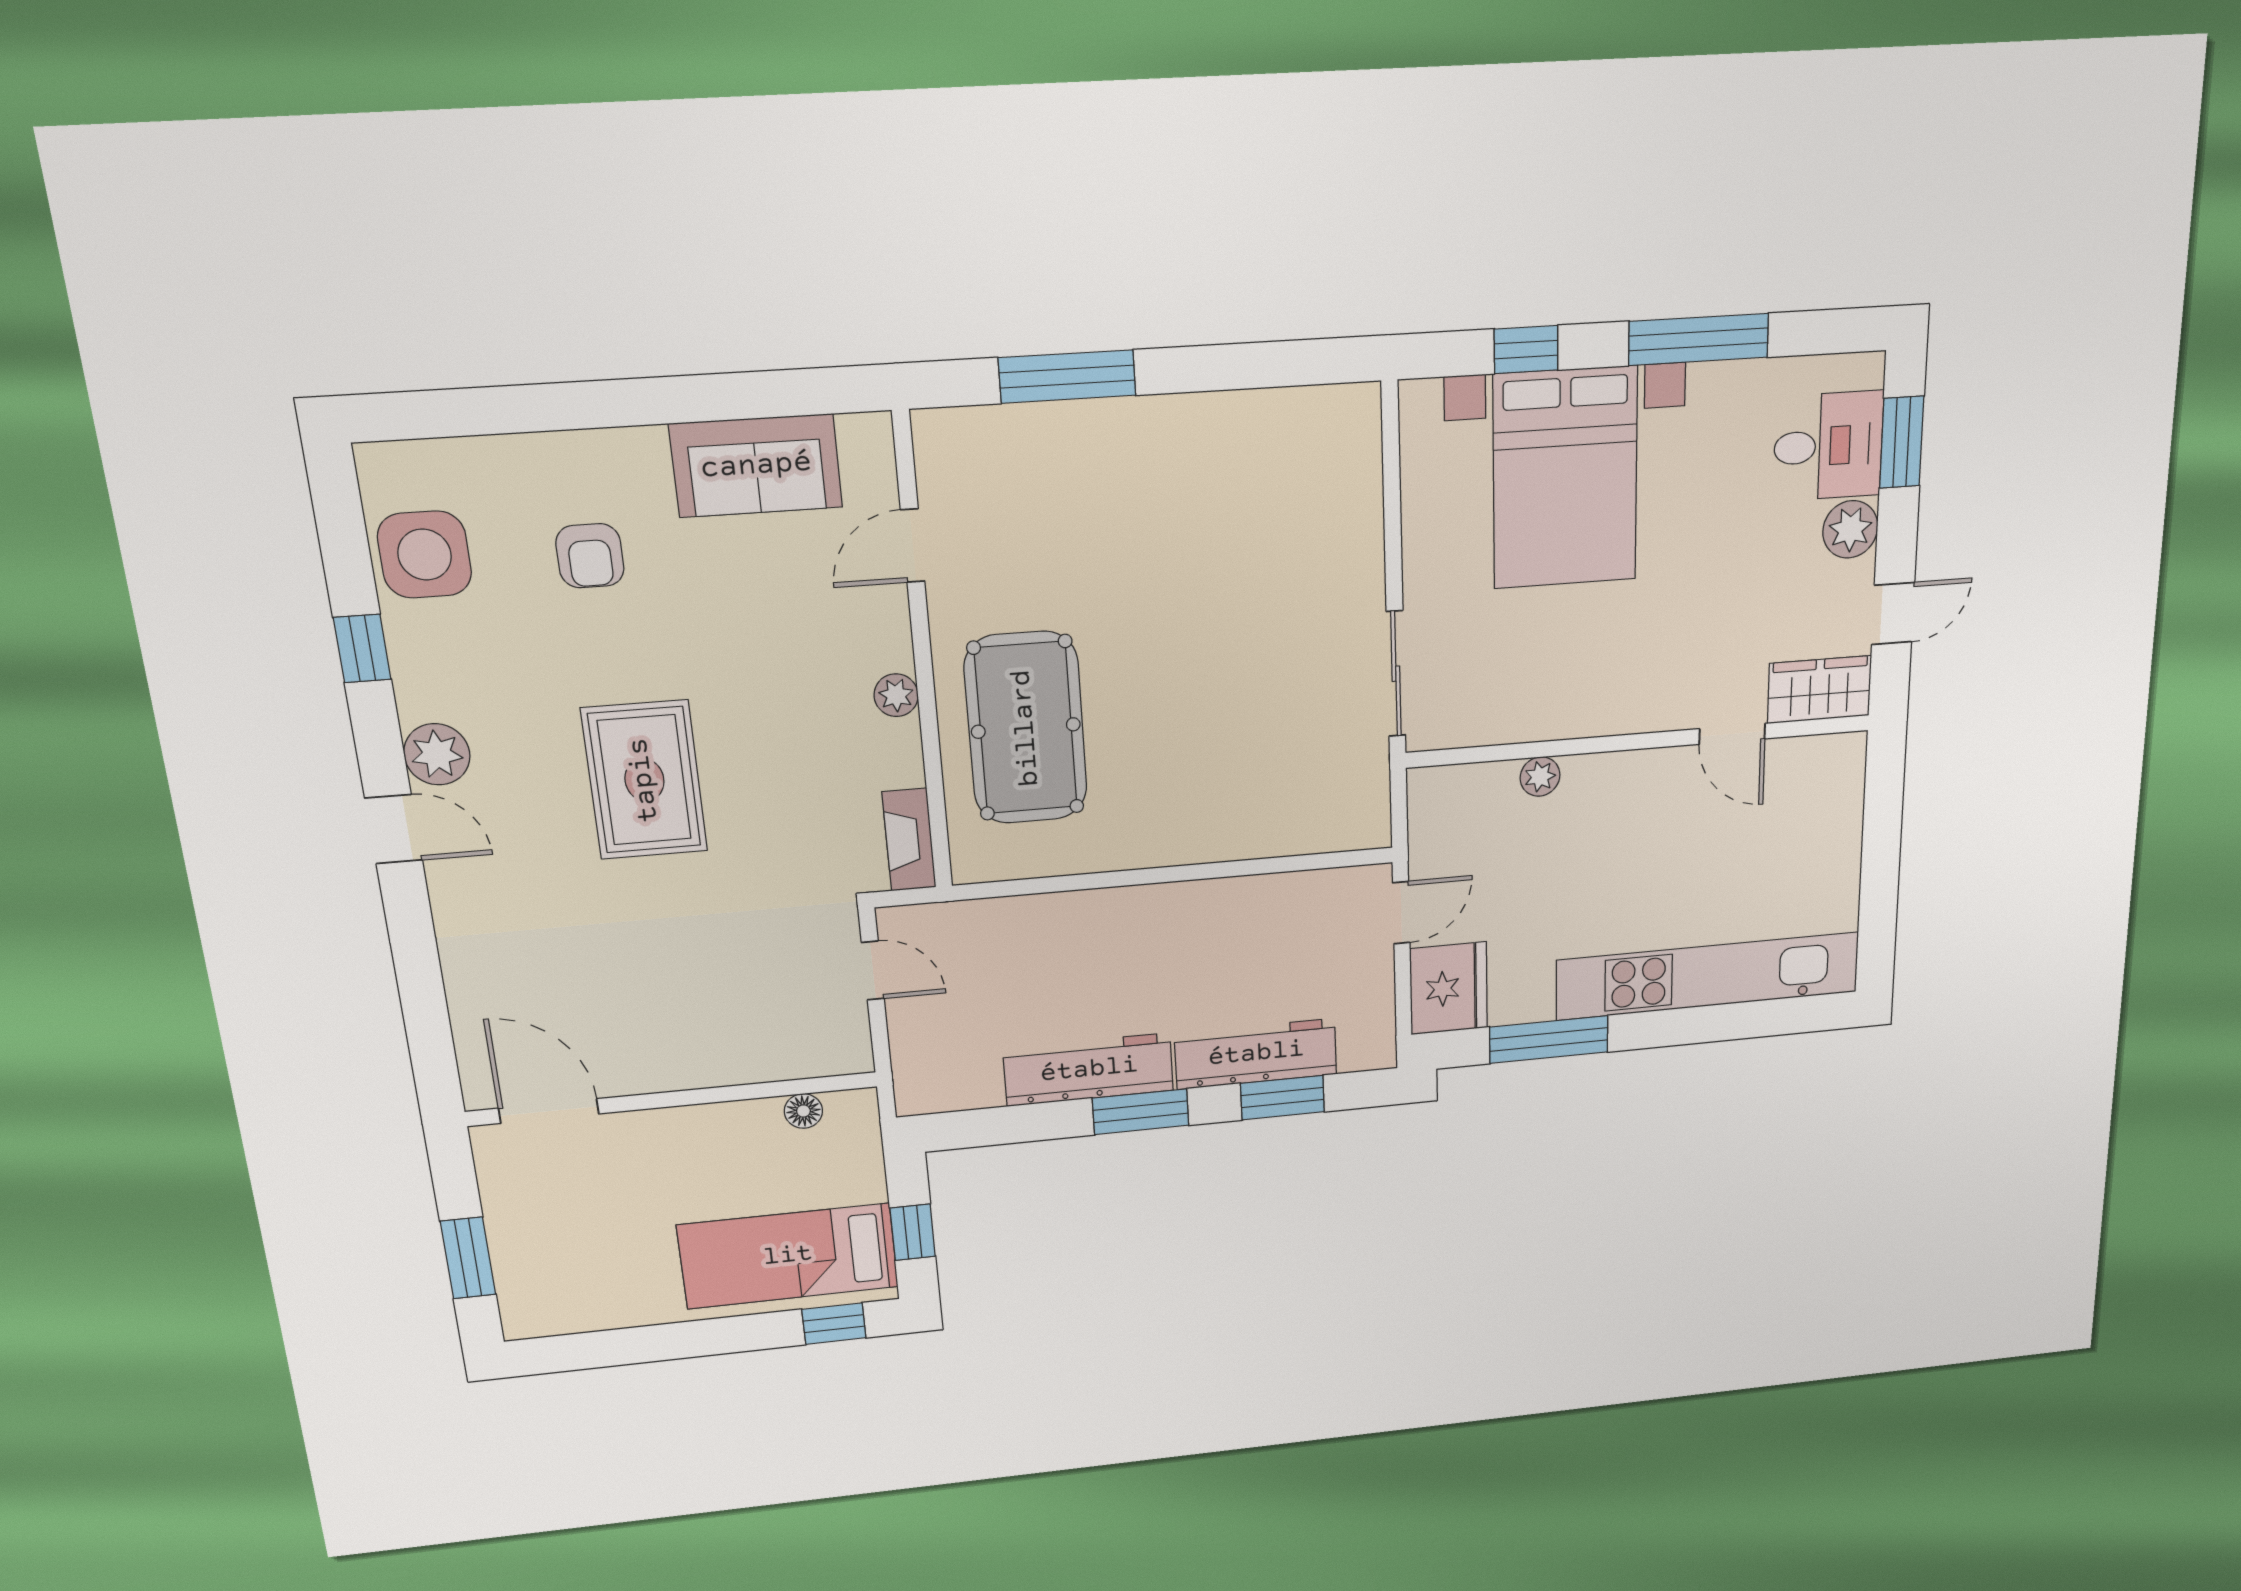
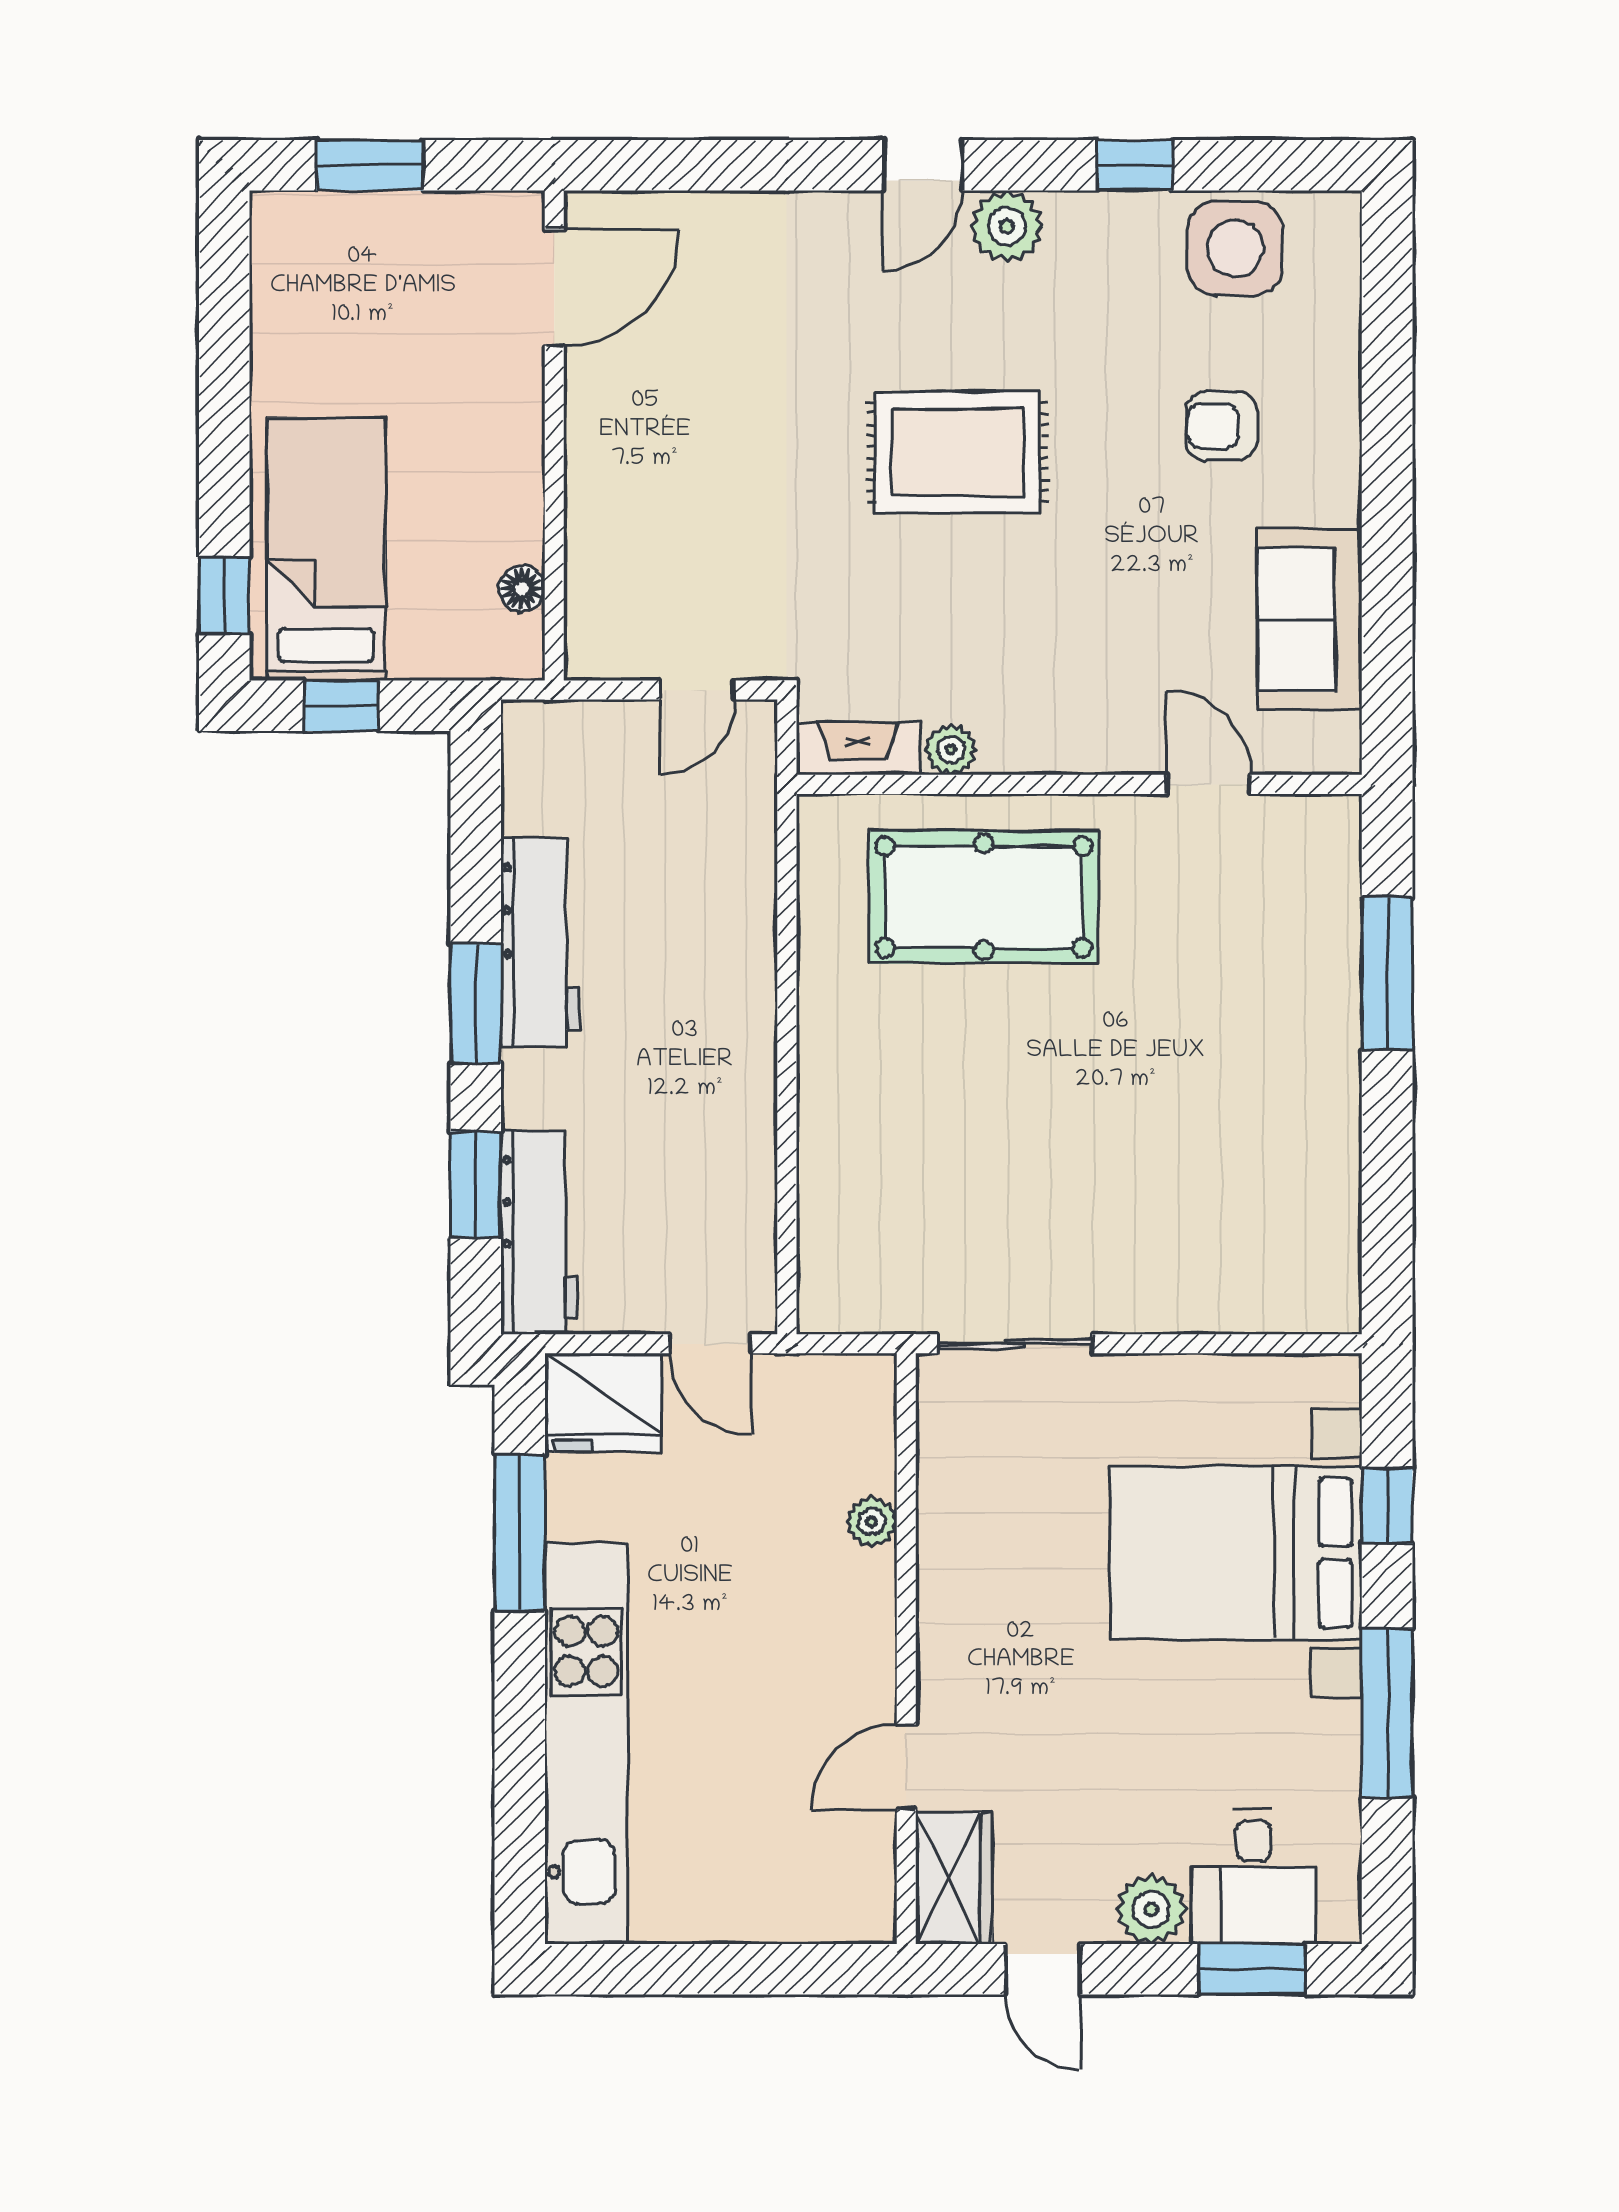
plant: (896, 695) -> (951, 749), moved
workbench: (1256, 1054) -> (539, 1232), moved

